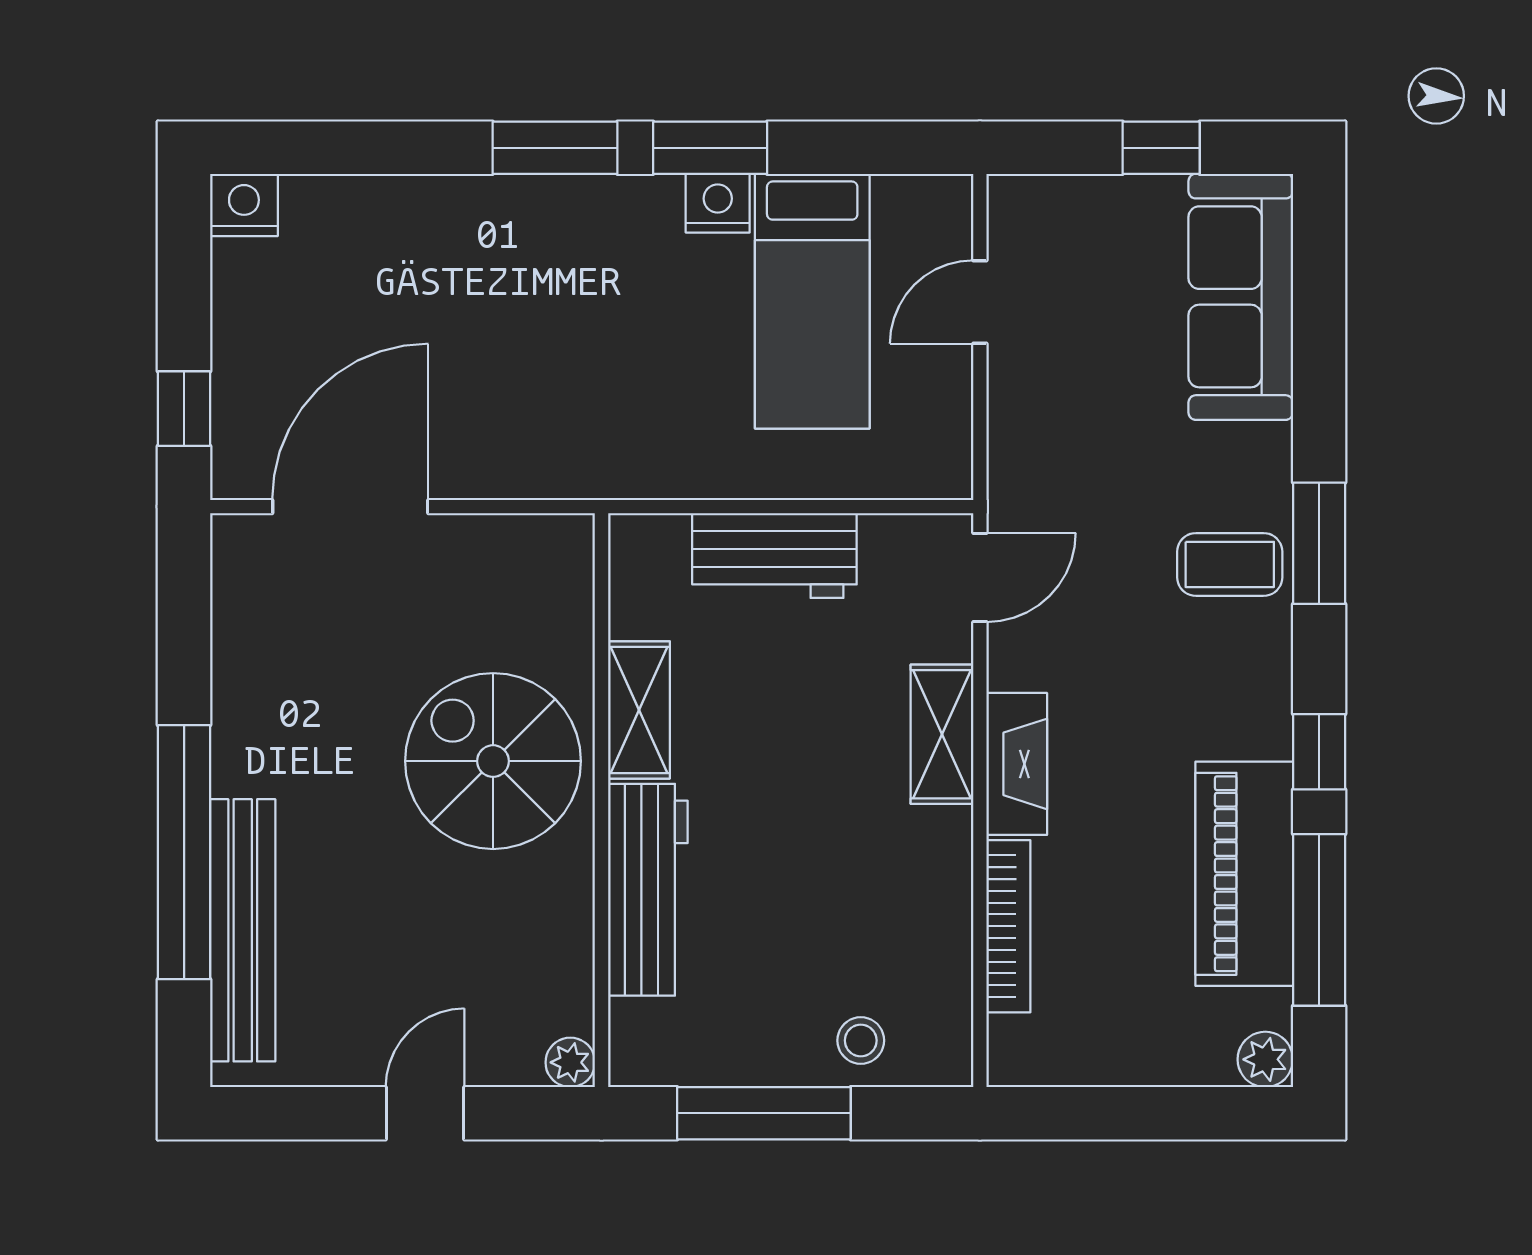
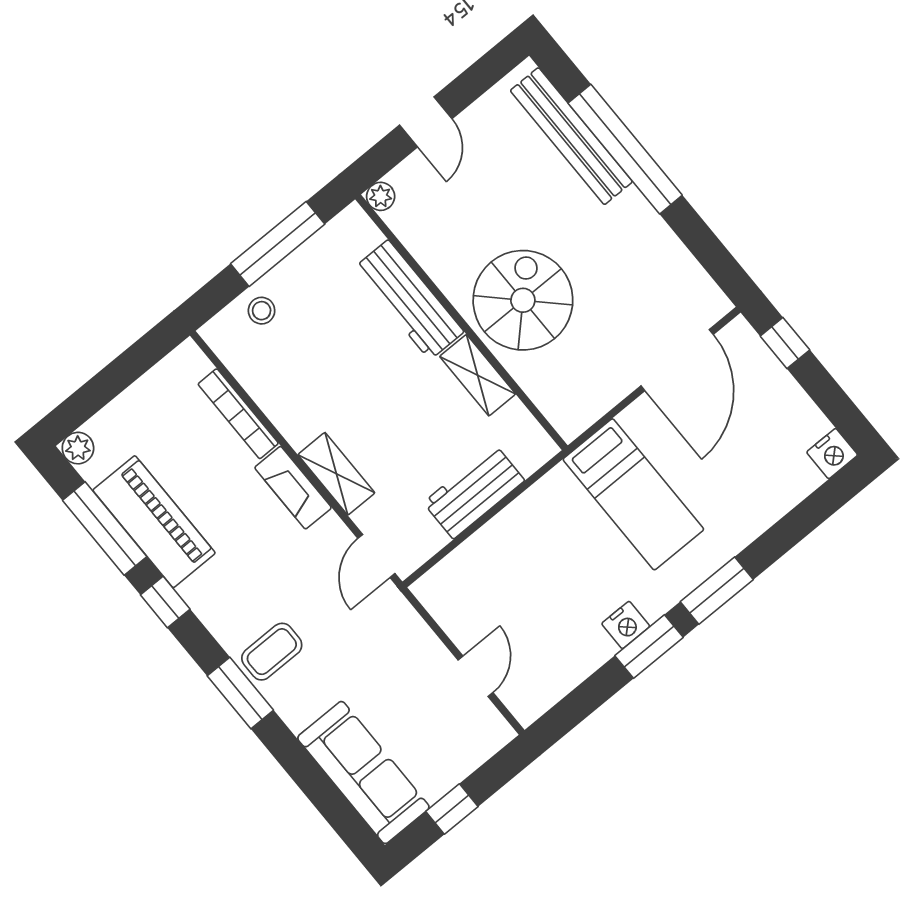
bed: (812, 301) -> (633, 494), moved, turned 180
spiral stairs: (493, 761) -> (523, 300), turned -90

